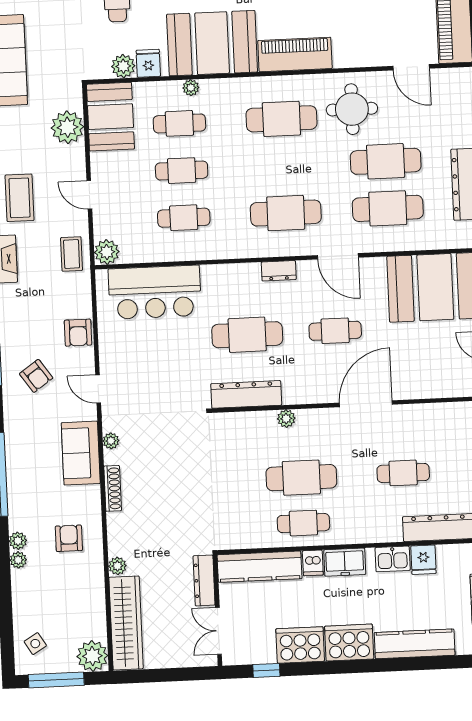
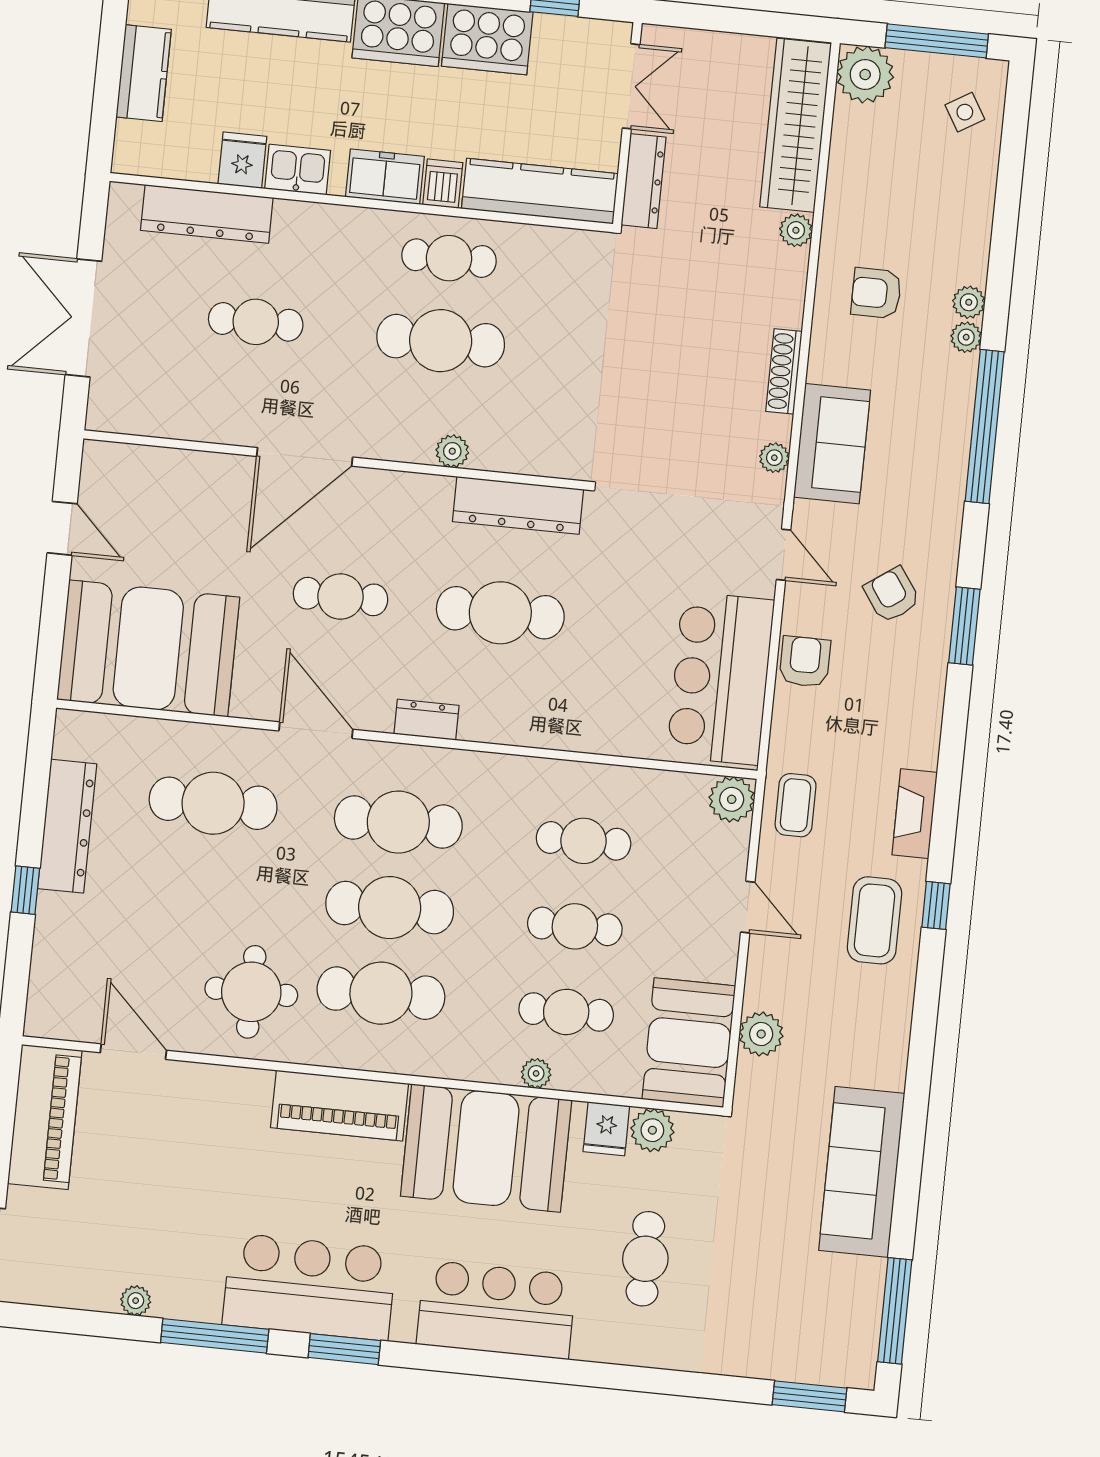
plant: (67, 127) -> (761, 1034), width x0.73, depth x0.73
cafe table: (386, 161) -> (390, 908), moved
bar counter: (155, 292) -> (721, 678), moved, turned -90
armchair: (69, 538) -> (876, 293), turned 90
plant: (18, 560) -> (966, 337), moved

